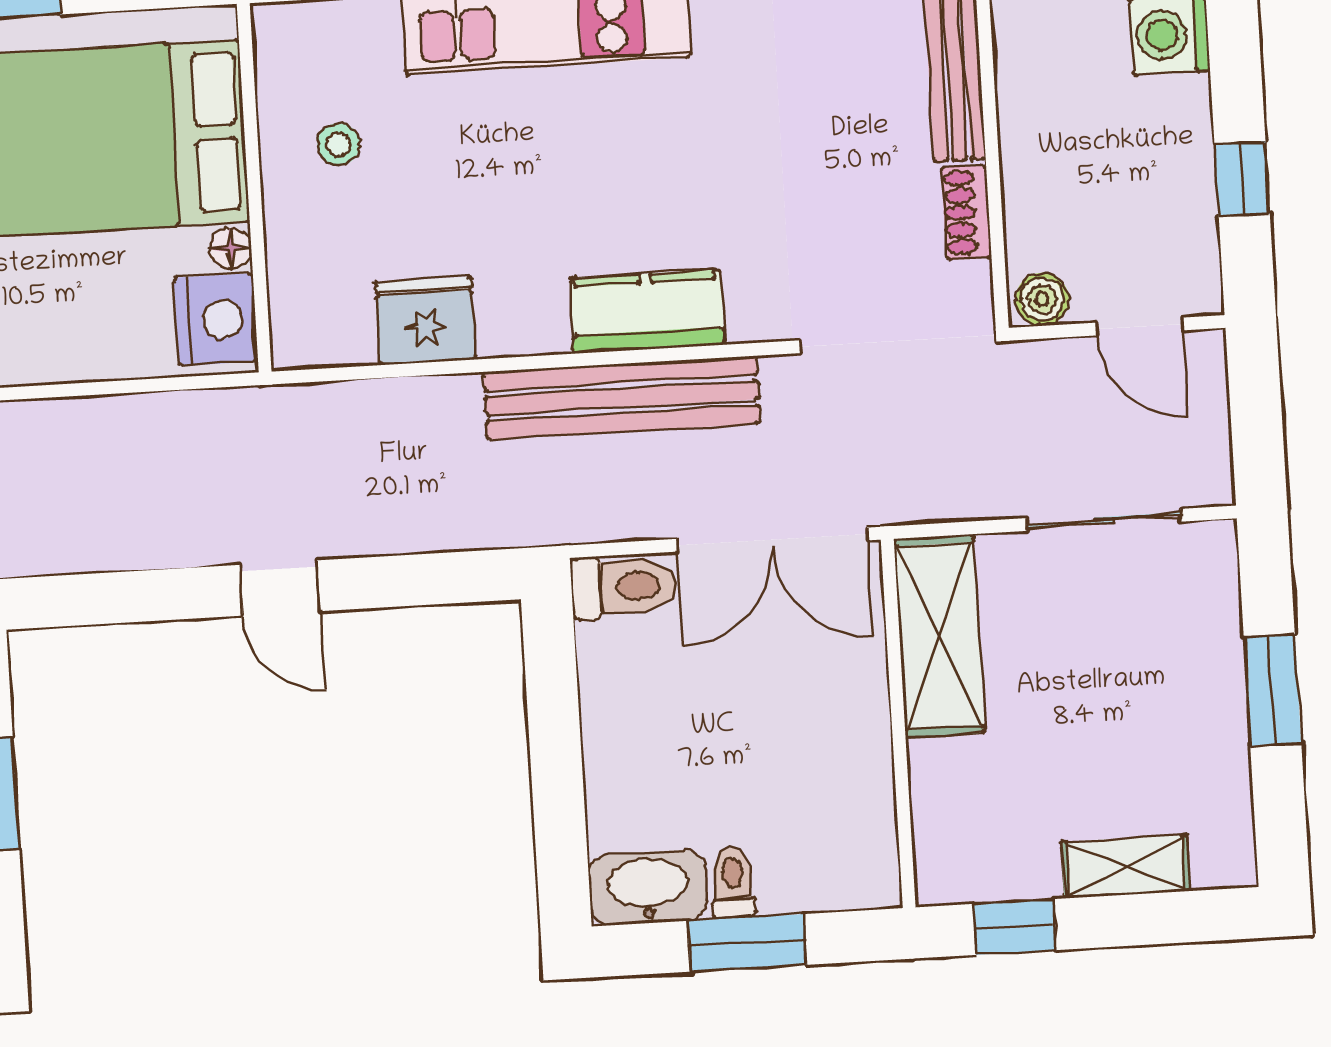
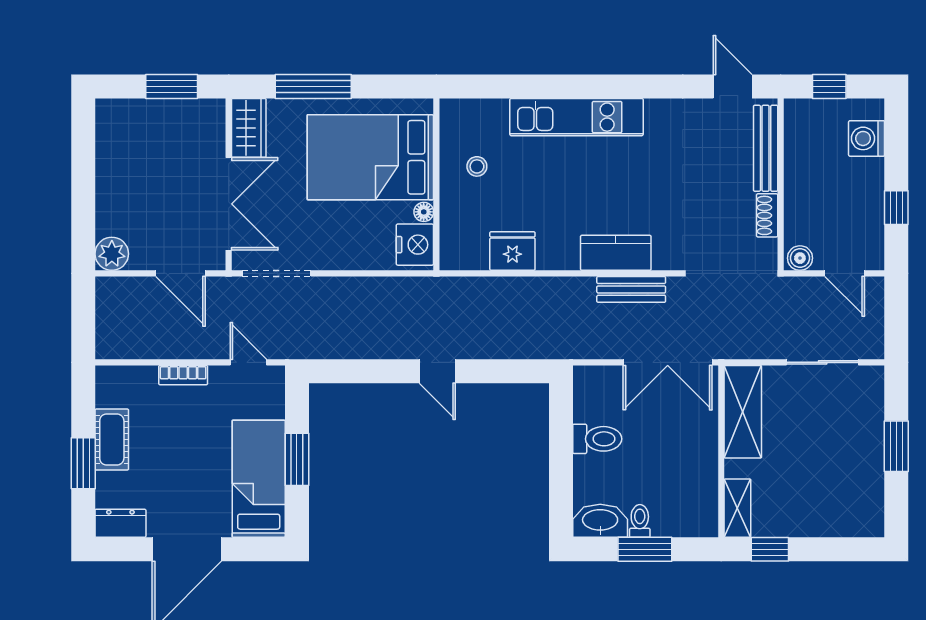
bench: (622, 398) -> (631, 289), width x0.54, depth x0.82
toilet: (623, 587) -> (597, 439), moved
shelving: (1126, 867) -> (737, 508), moved, turned 90

